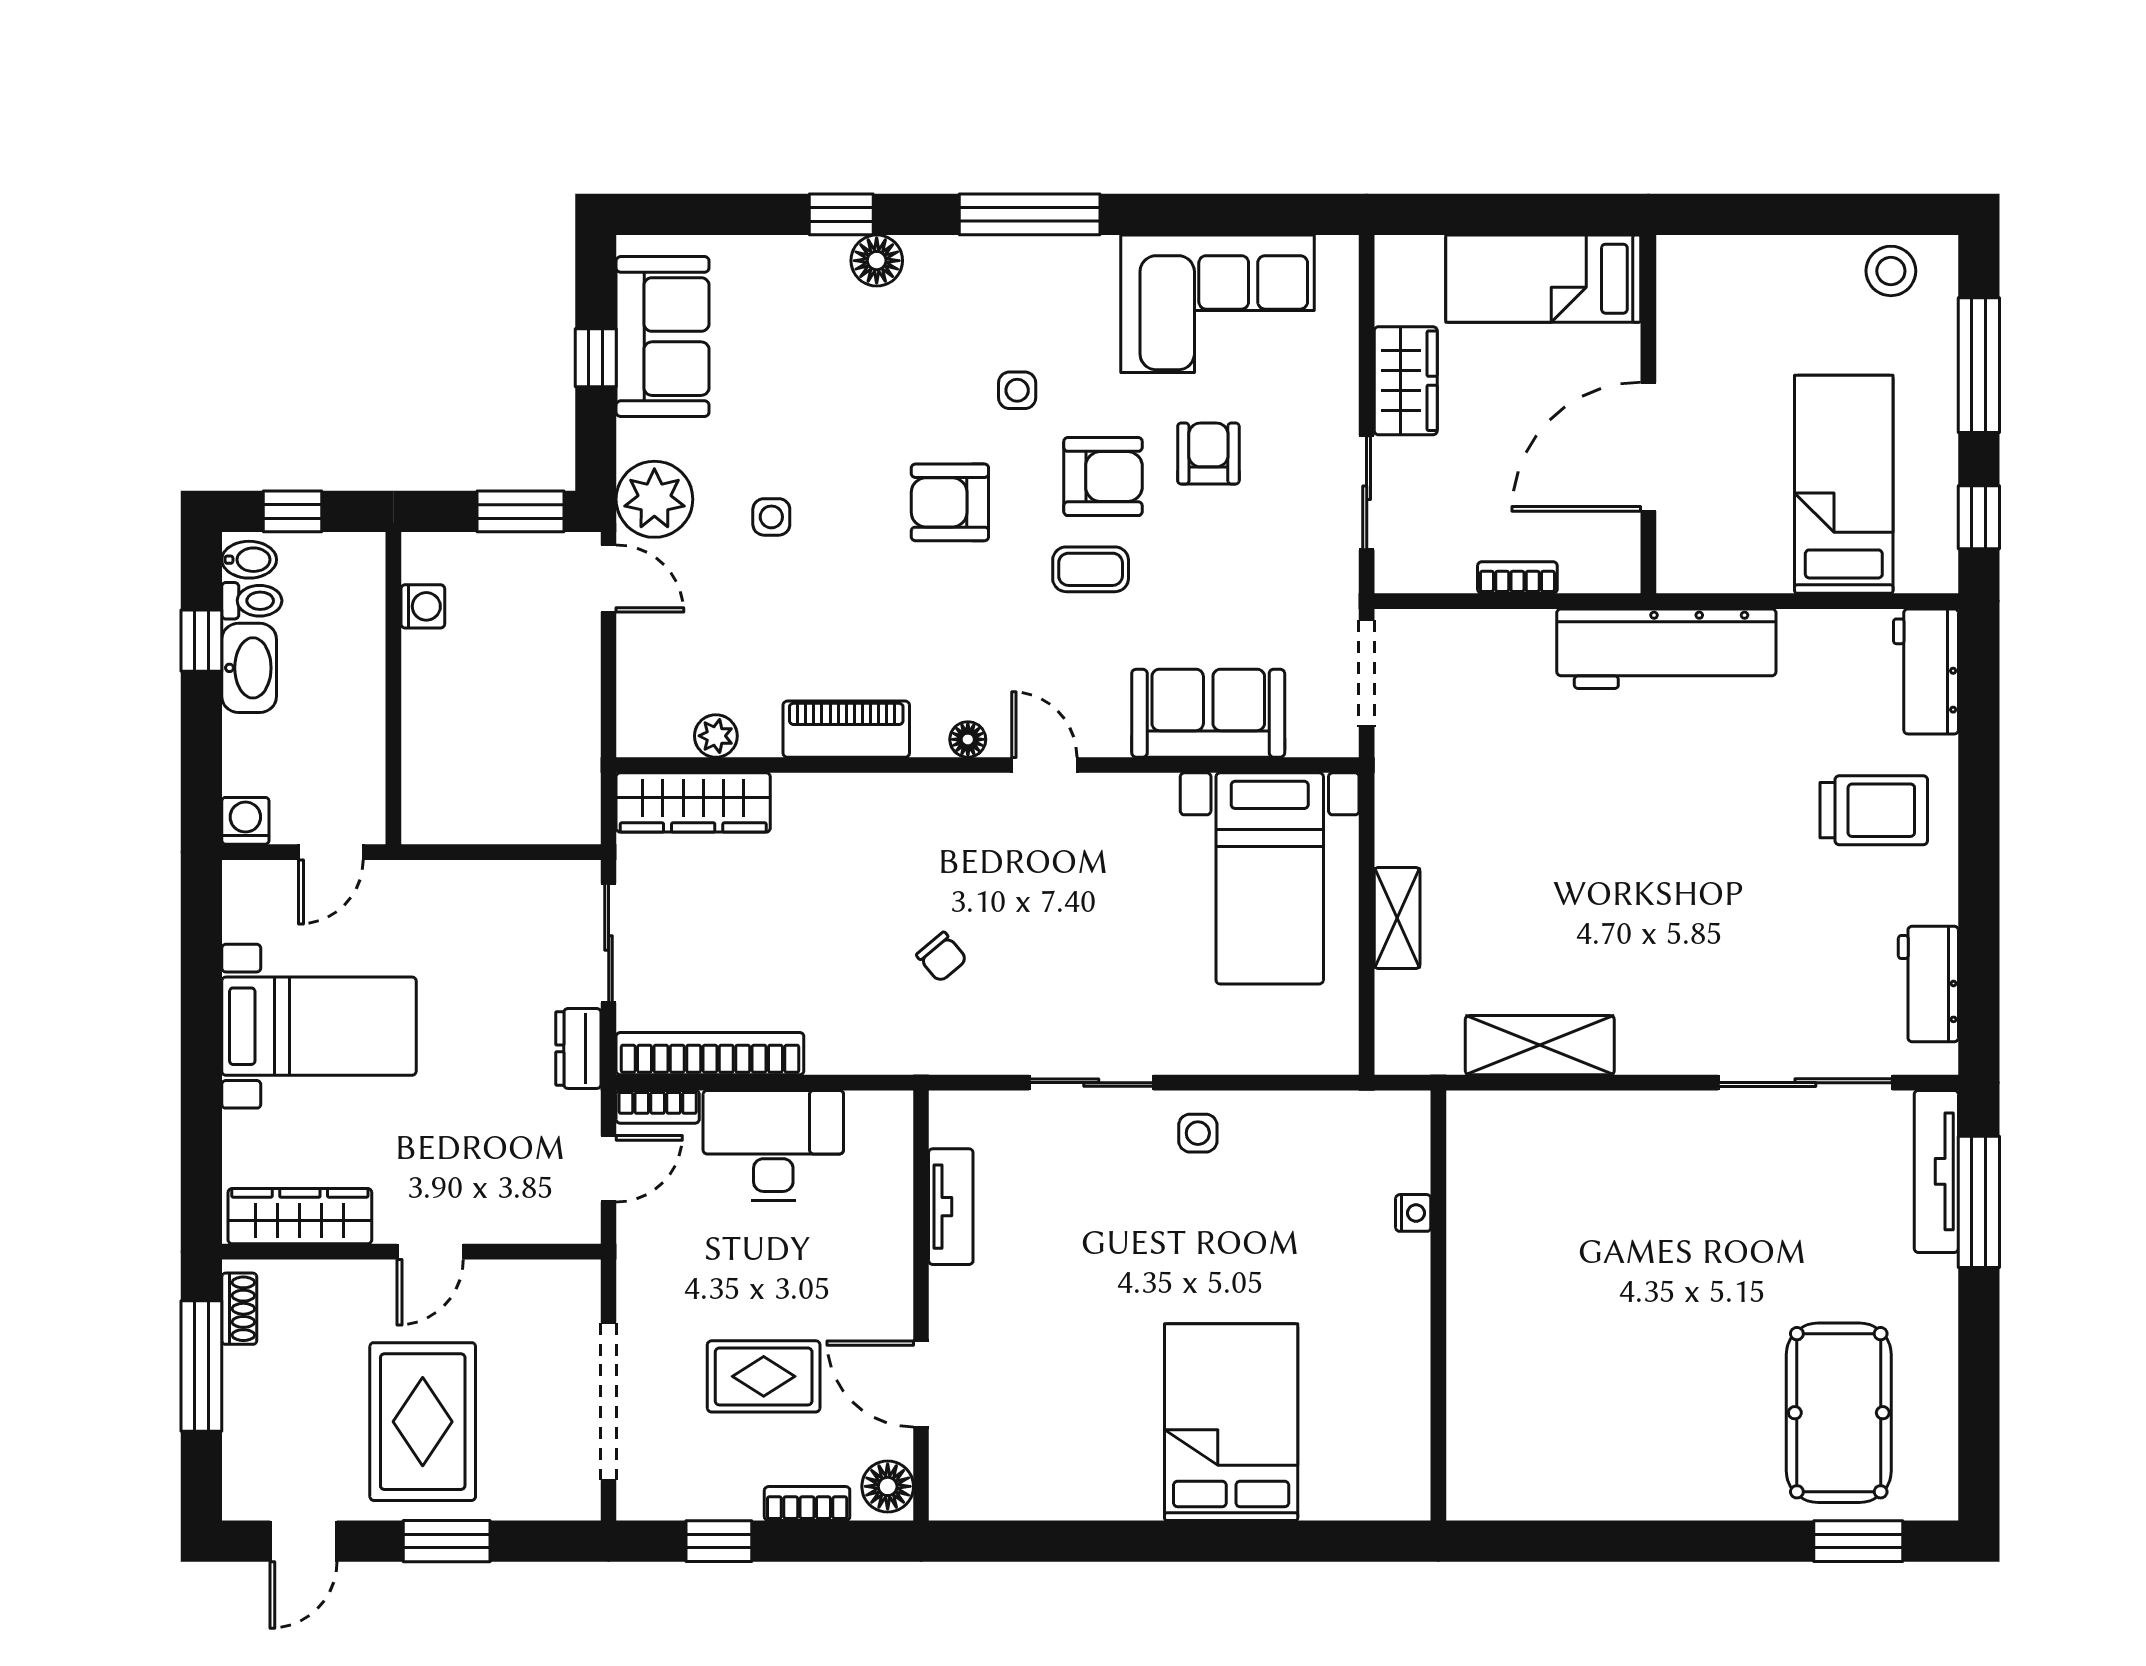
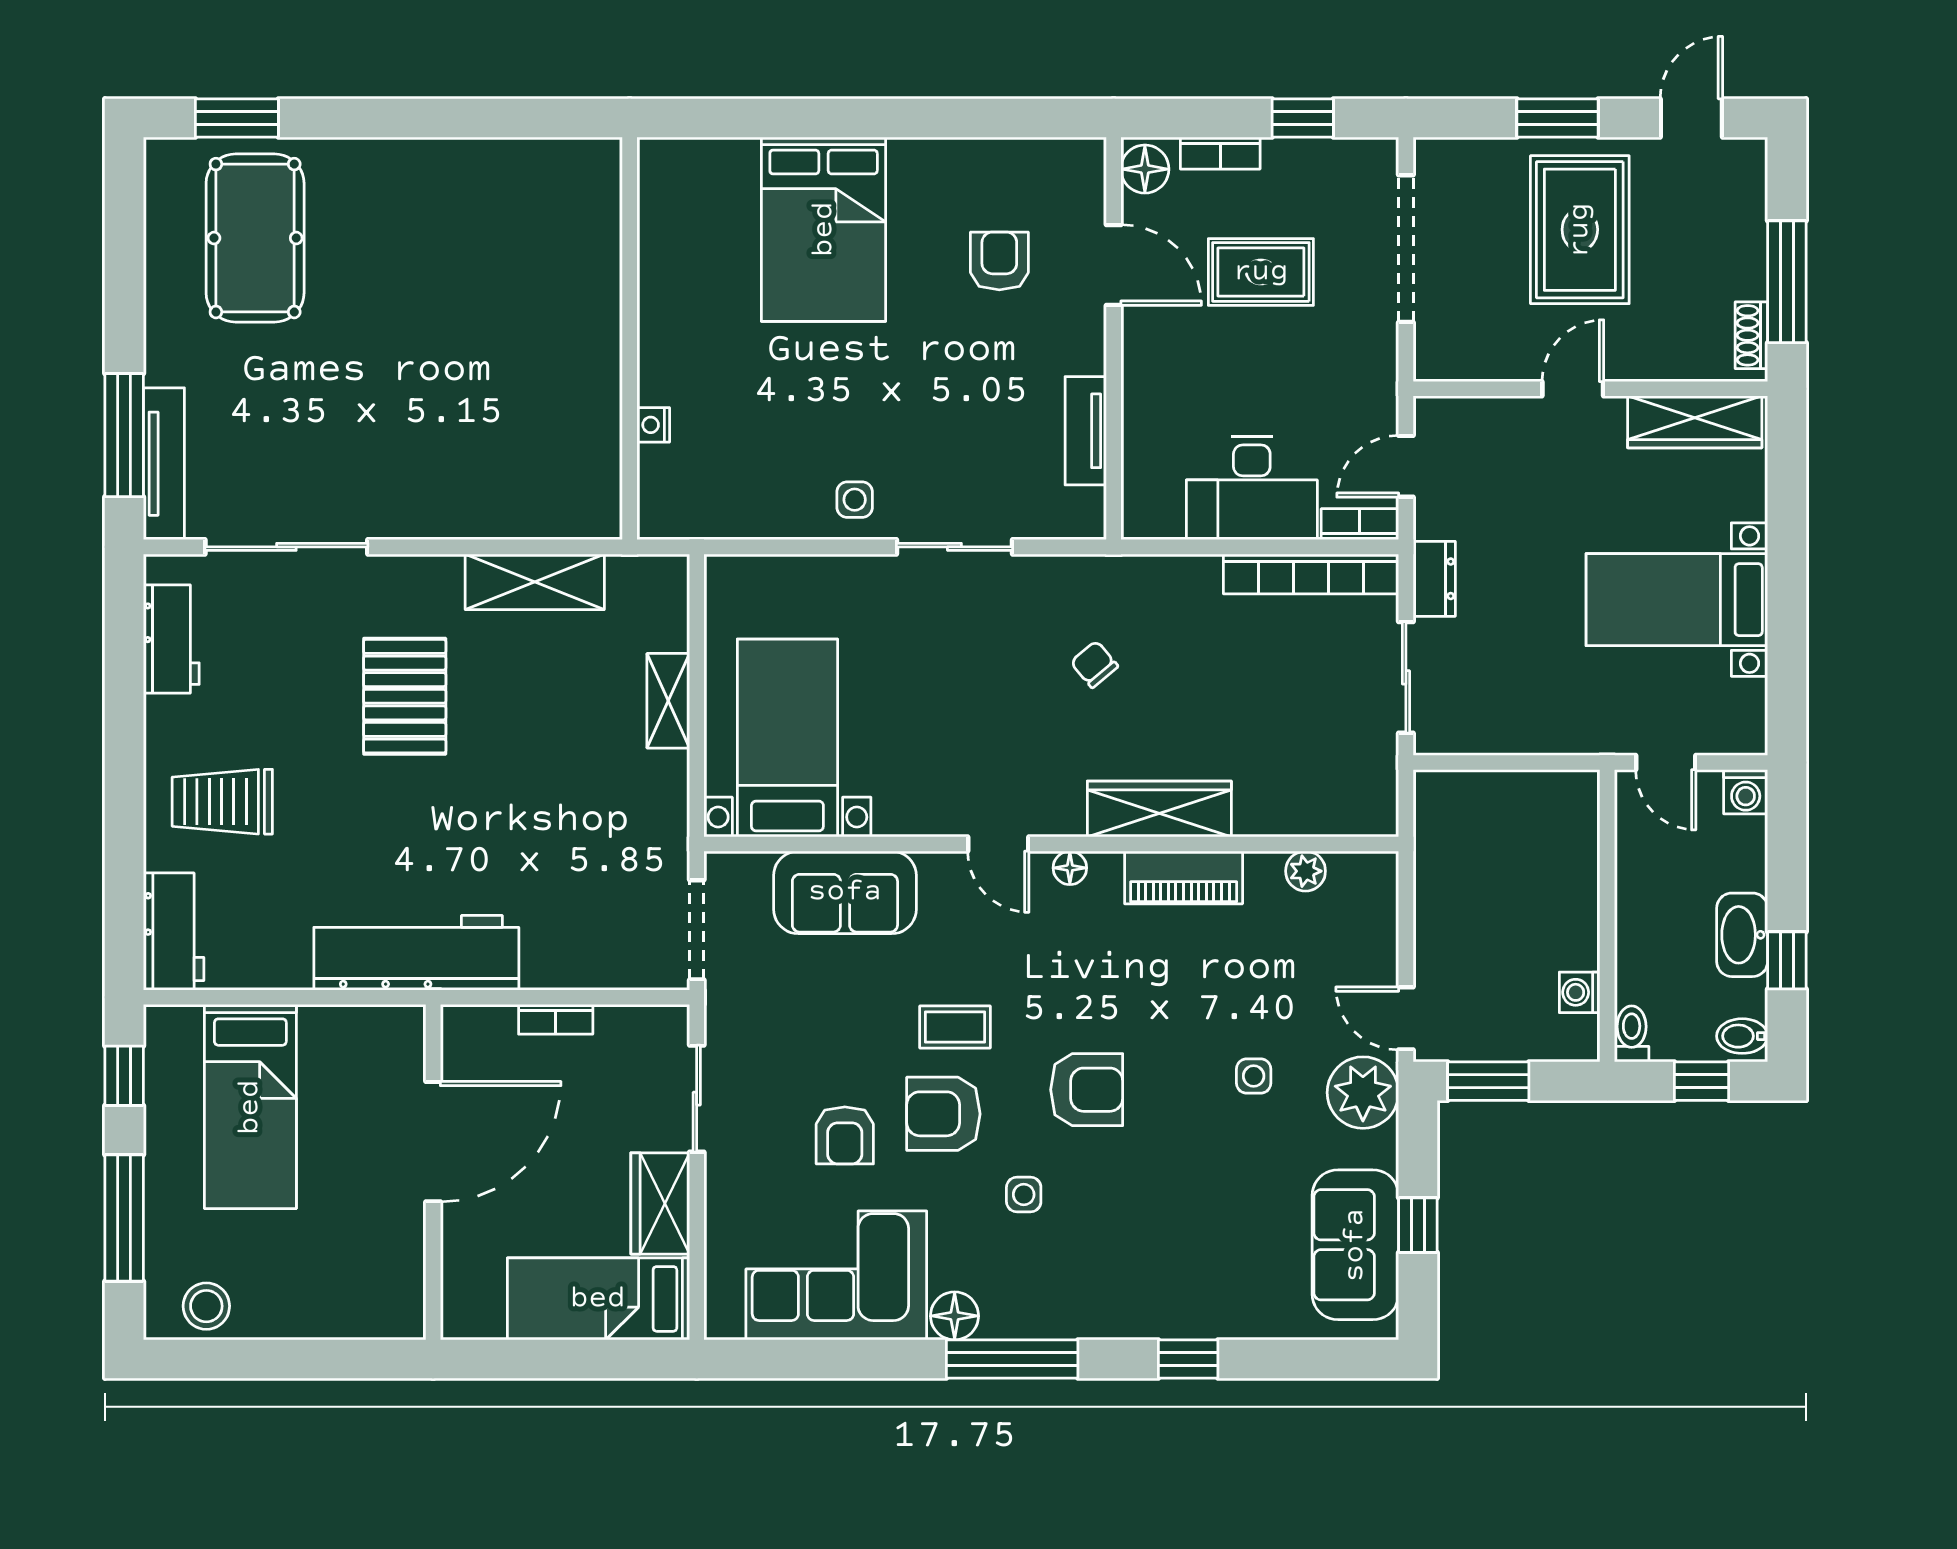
floor lamp: (877, 261) -> (955, 1316), moved
bed: (1543, 279) -> (598, 1299), moved, turned 180
toilet: (252, 601) -> (1632, 1034), moved, turned 90
wardrobe: (693, 802) -> (1159, 809), moved
door: (331, 852) -> (1666, 762), swing flipped
pallet: (1679, 923) -> (405, 696), added
armchair: (1043, 1388) -> (999, 261), added

